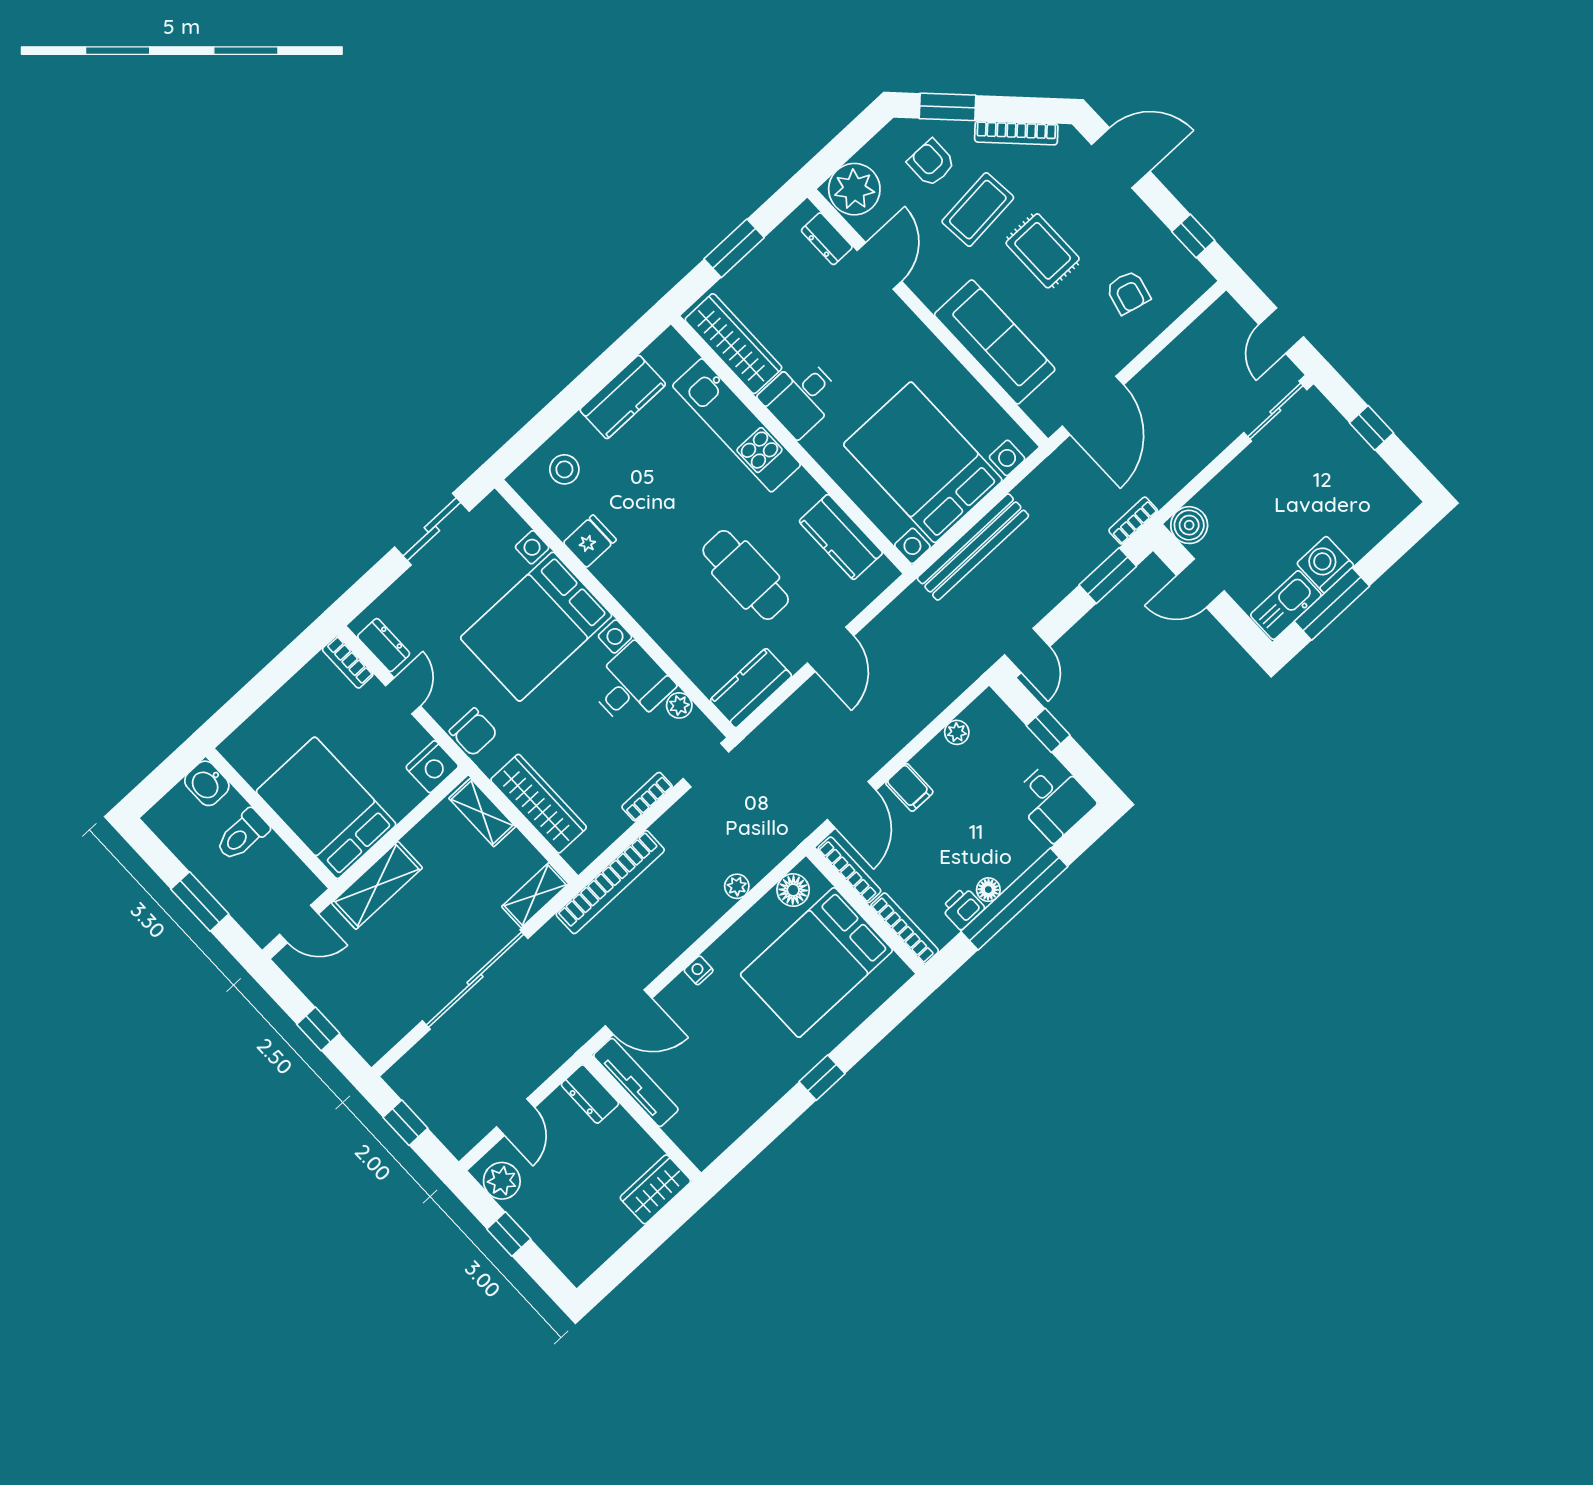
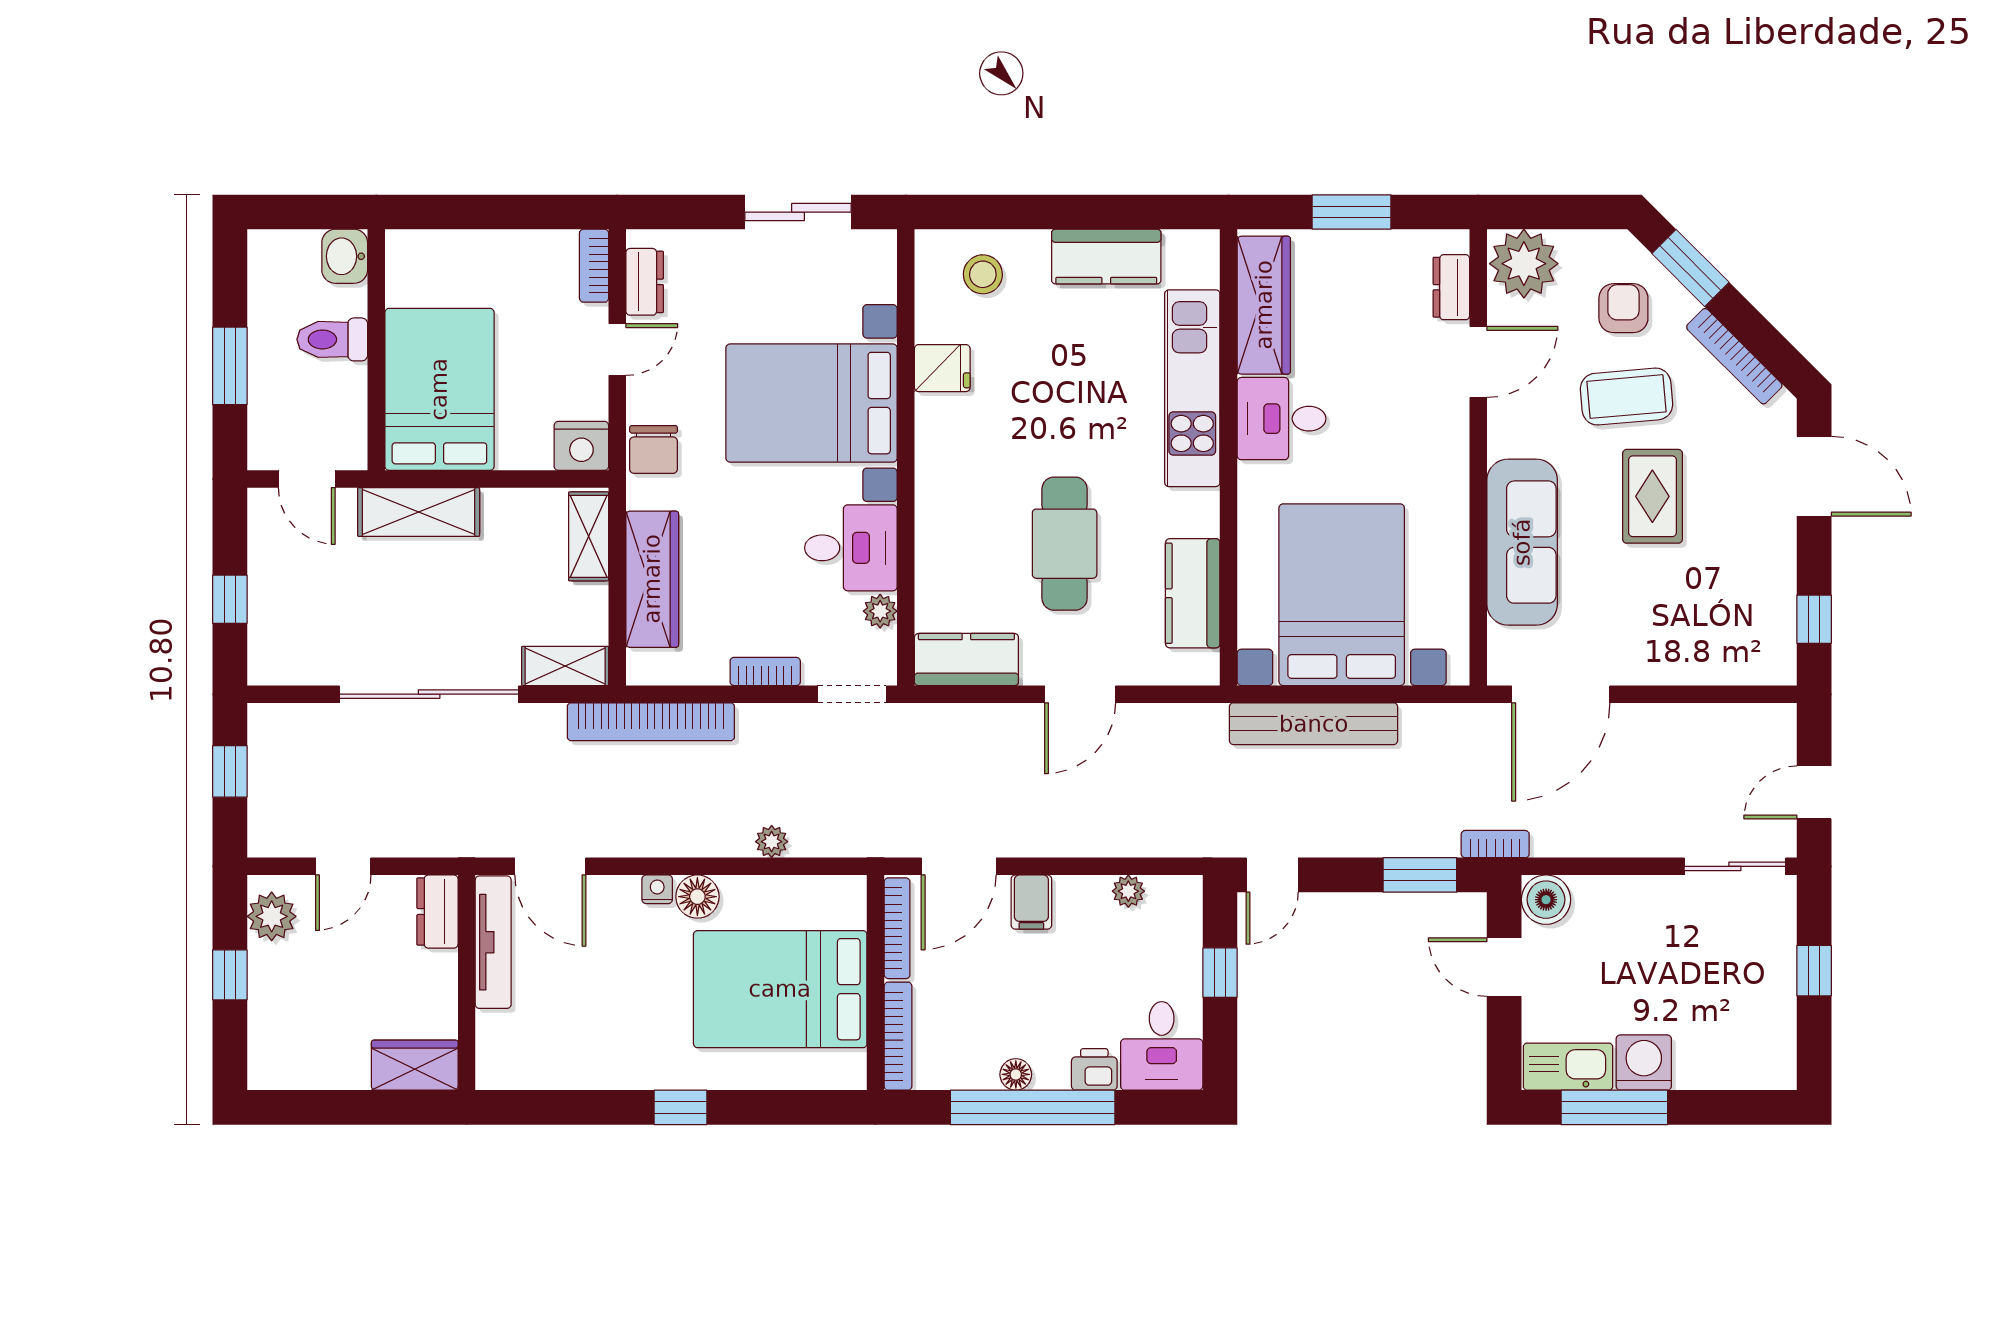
armchair: (1128, 292) -> (1699, 615), removed
floor lamp: (793, 890) -> (697, 897), moved
printer: (963, 908) -> (1094, 1069), moved

